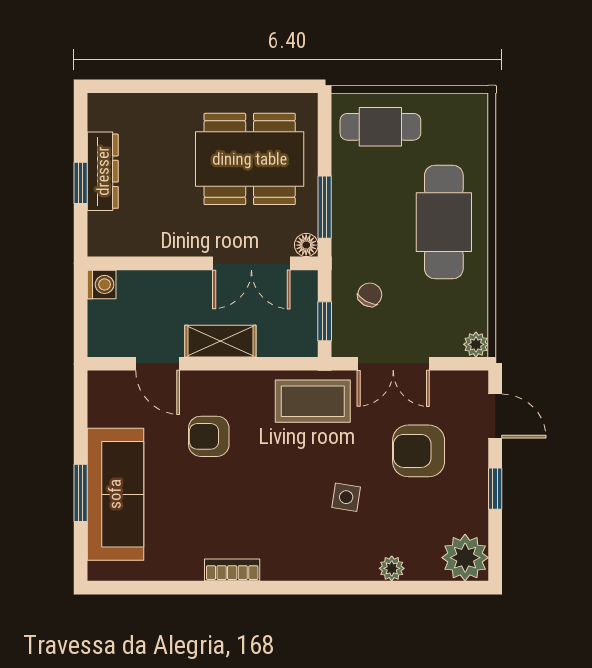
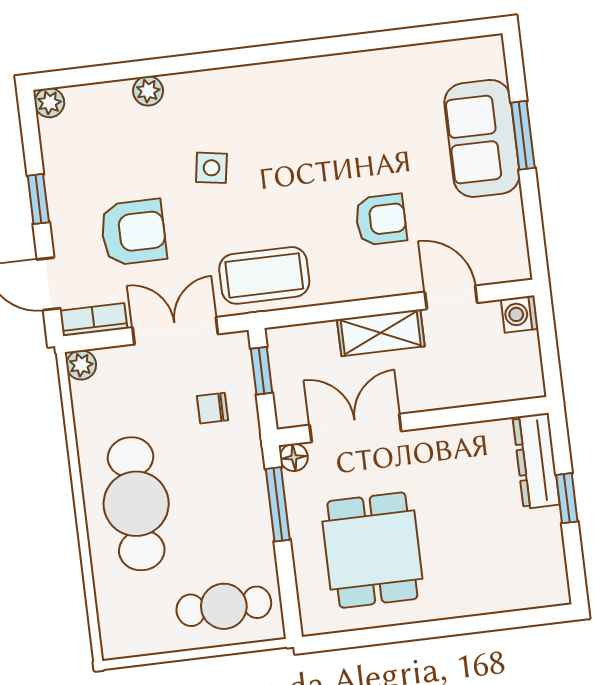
dining table: (250, 159) -> (372, 550), width x0.73
dresser: (103, 171) -> (536, 461), moved
washing machine: (102, 284) -> (520, 314), moved
chair: (370, 295) -> (213, 408), turned 62
sofa: (115, 494) -> (482, 138), width x0.73
plant: (465, 558) -> (49, 103), width x0.53, depth x0.53
bookcase: (232, 570) -> (94, 320), moved, turned 180

